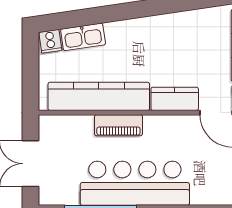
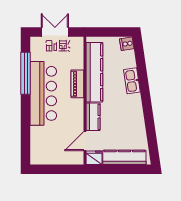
kitchen sink: (83, 37) -> (132, 81), moved

